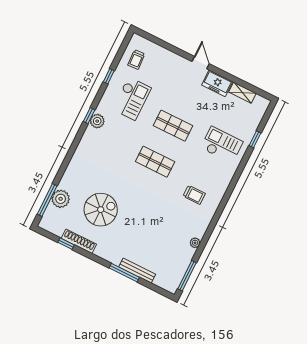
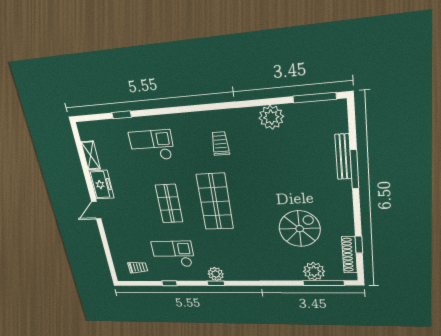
checkout: (222, 145) -> (152, 145), turned 90
shop shelf: (155, 162) -> (215, 202), width x1.43, depth x1.36
spiral stairs: (101, 210) -> (300, 229), turned 90
shoe rack: (79, 241) -> (349, 255), moved
plant: (195, 243) -> (271, 117), width x1.87, depth x1.87

